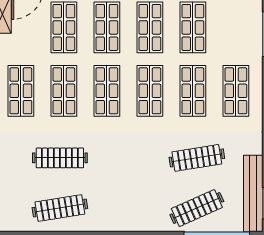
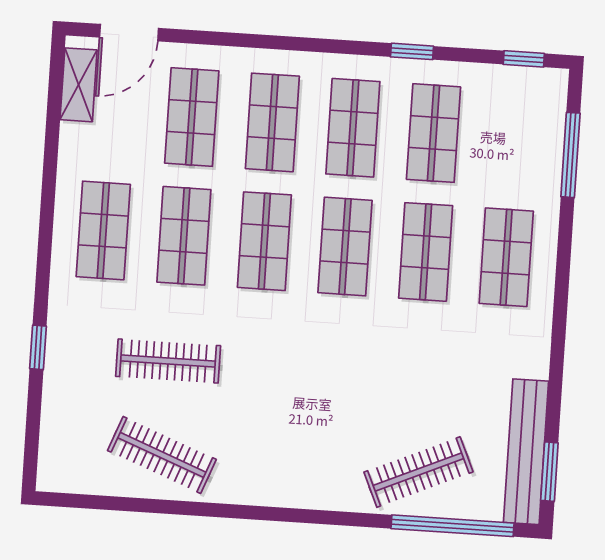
clothes rail: (197, 158) -> (425, 378), removed
clothes rail: (60, 208) -> (162, 455), turned 30

